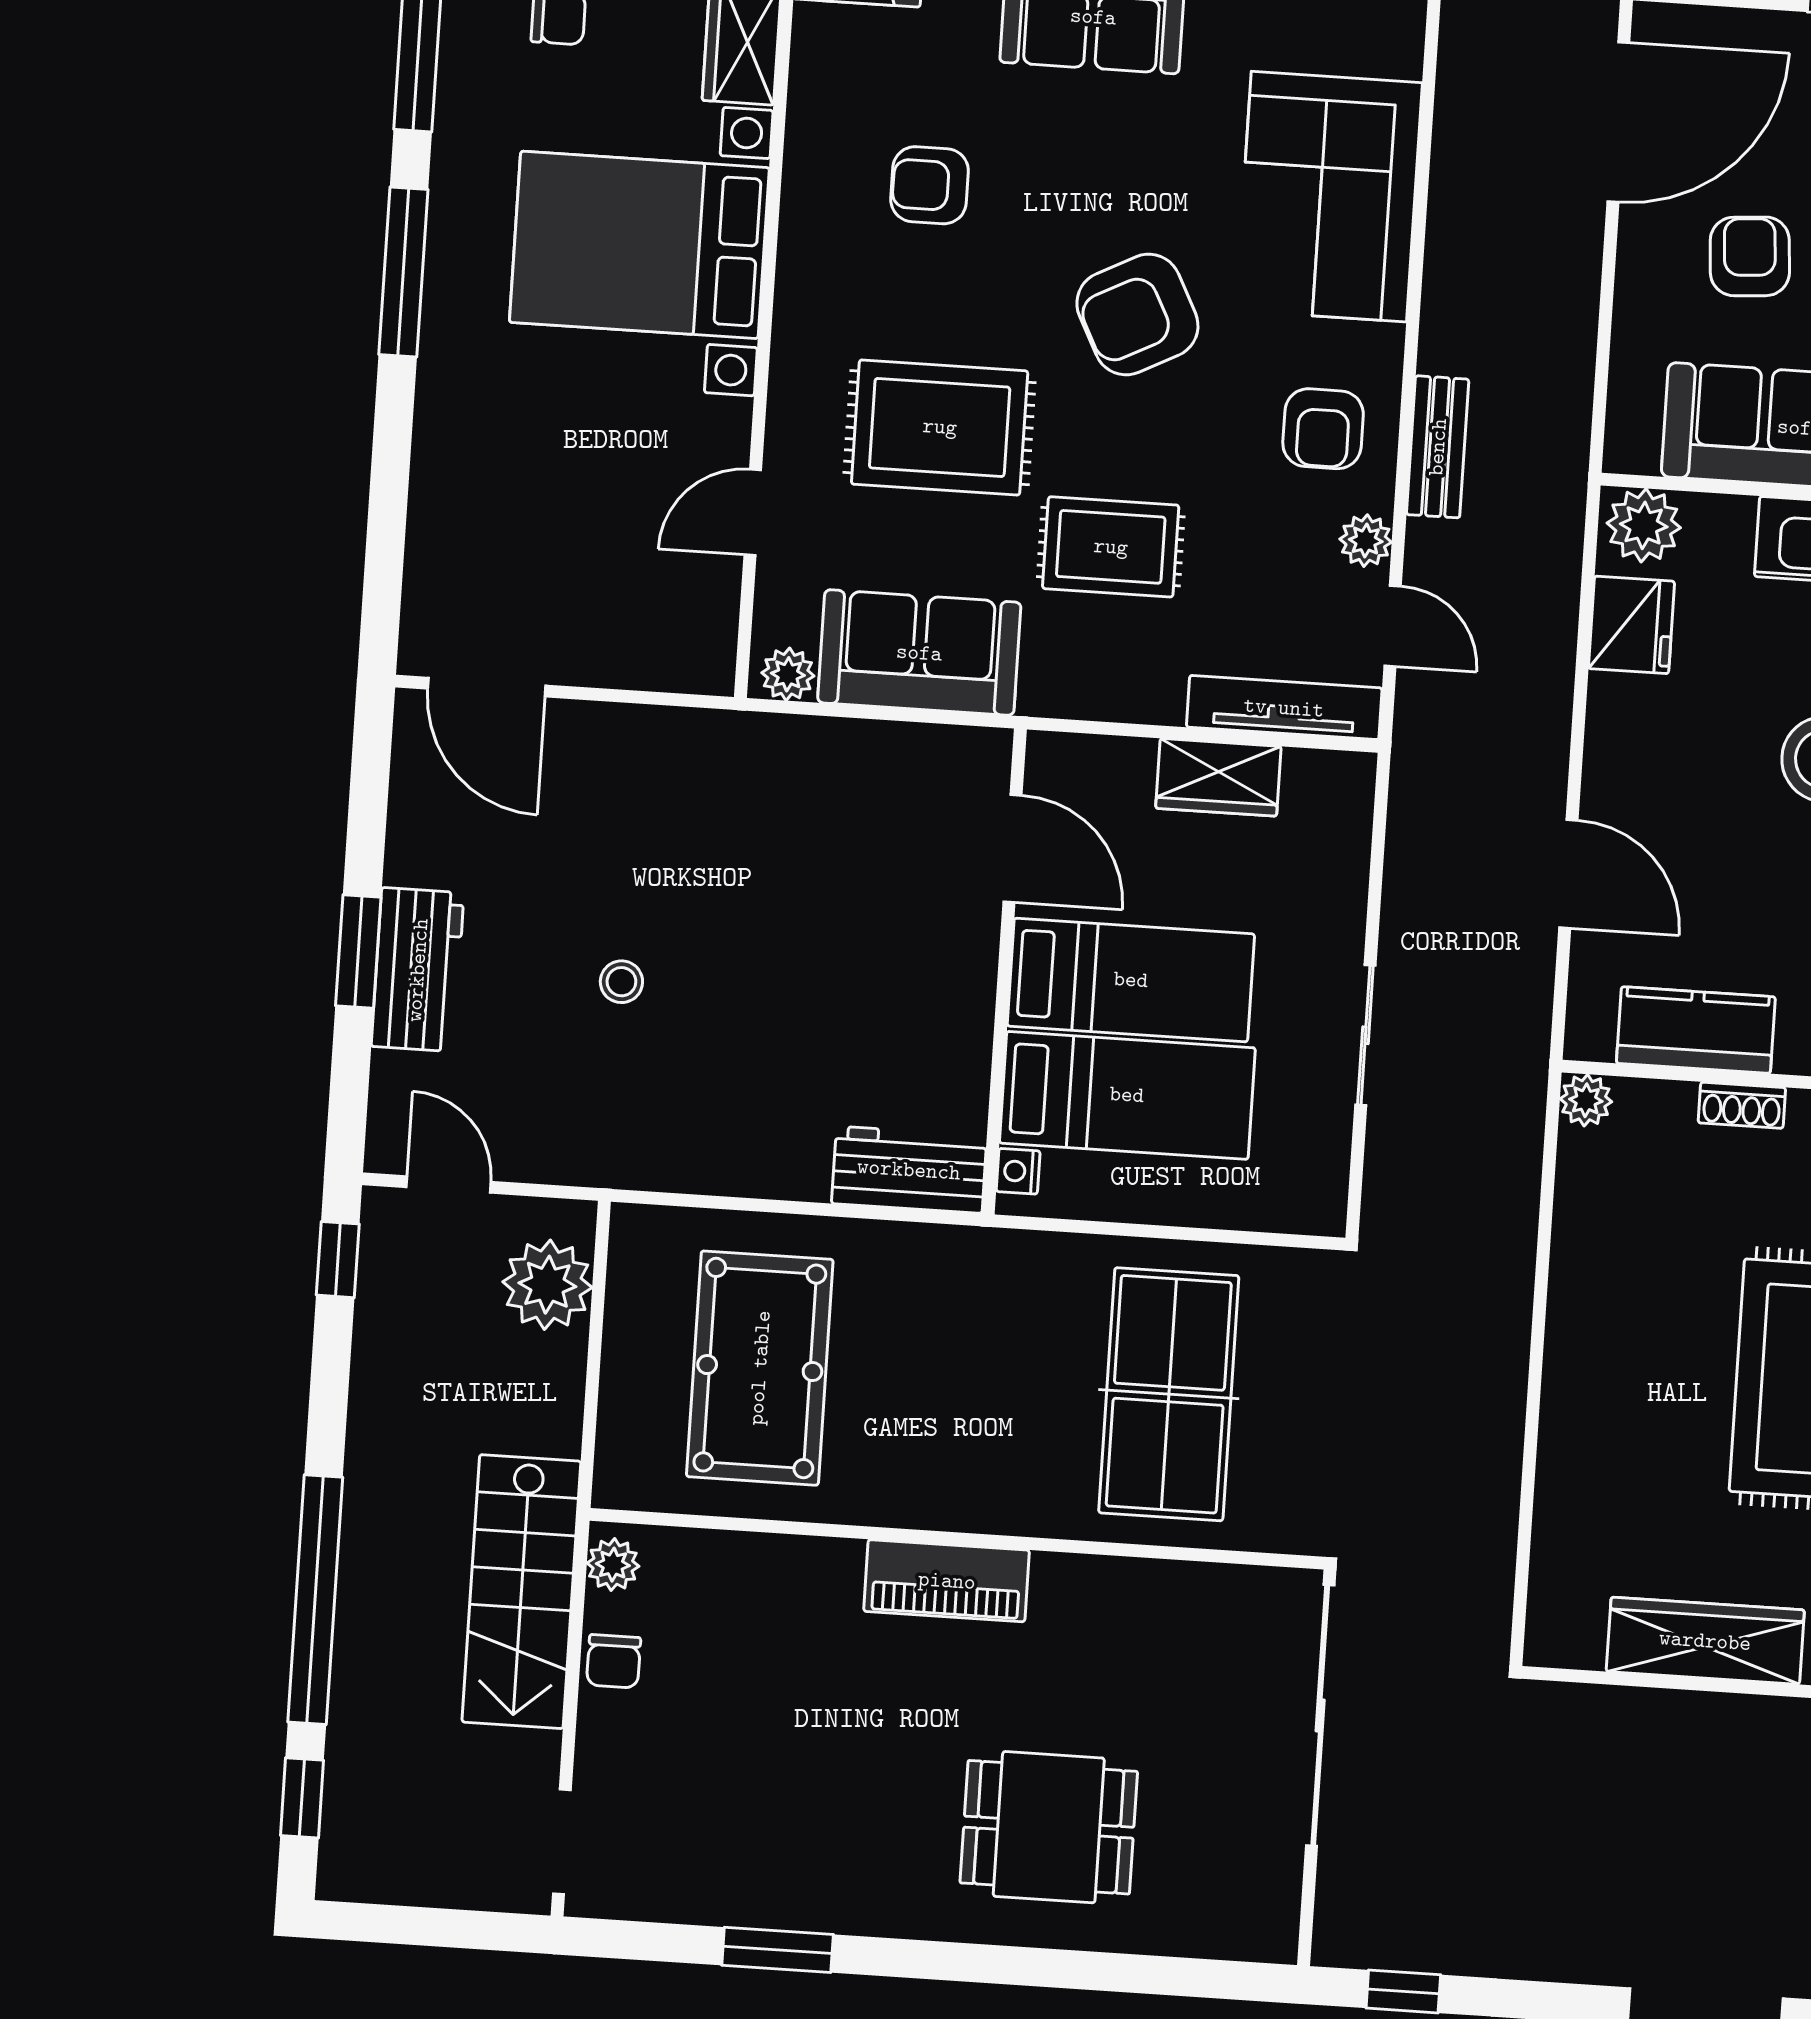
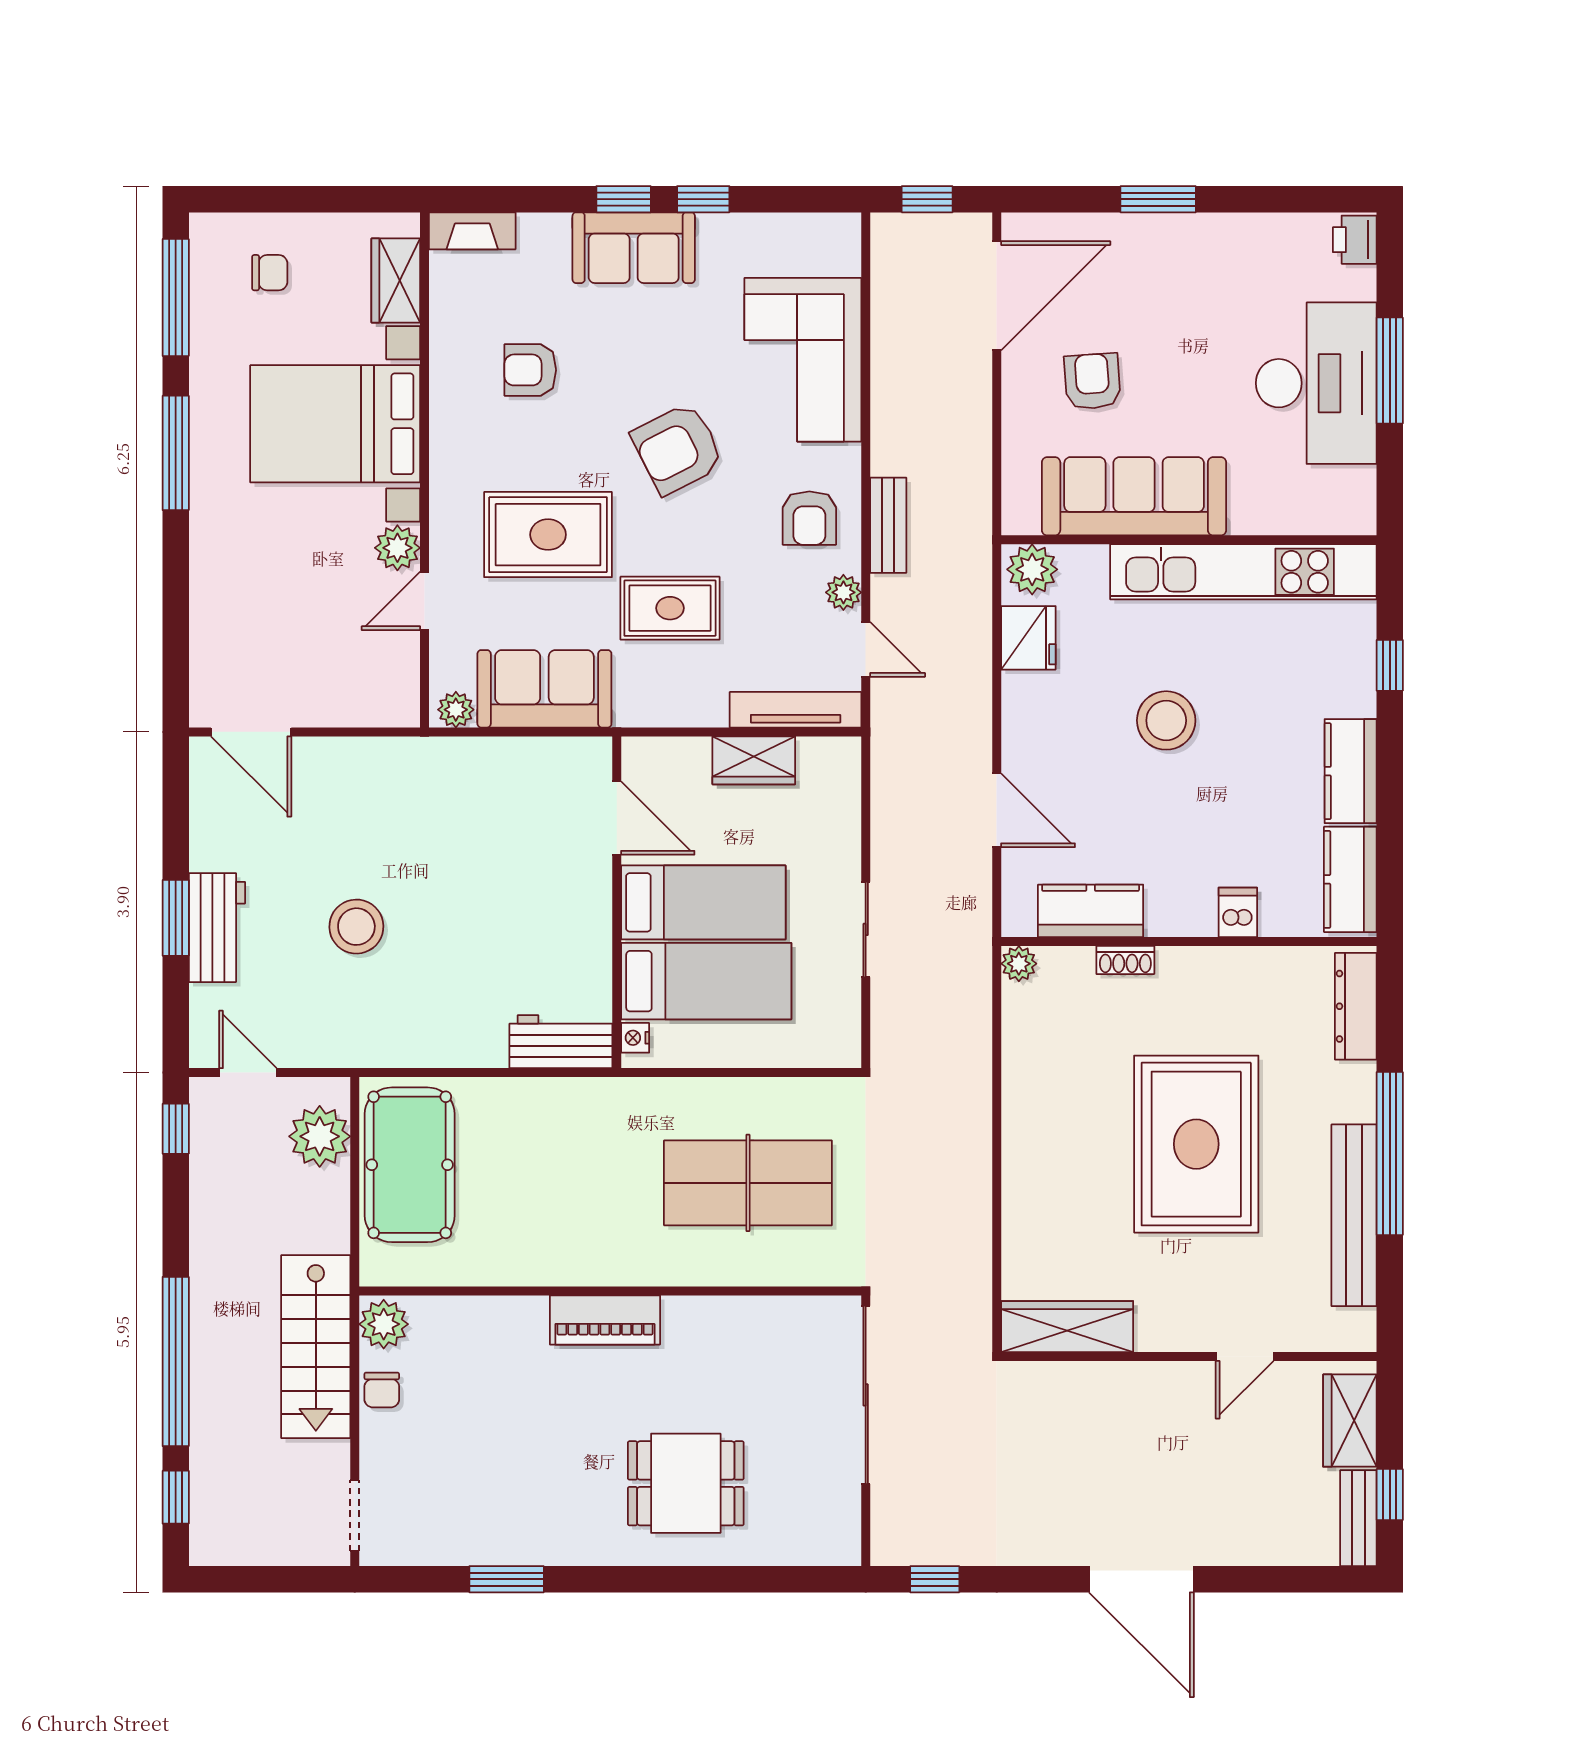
plant: (718, 432) -> (397, 548), added
stool: (621, 982) -> (356, 927), width x1.89, depth x1.89
pool table: (760, 1368) -> (410, 1165), moved
table tennis table: (1169, 1394) -> (748, 1183), turned 90
plant: (613, 1565) -> (384, 1324), width x1.38, depth x1.38
wardrobe: (1705, 1641) -> (1067, 1327), moved

